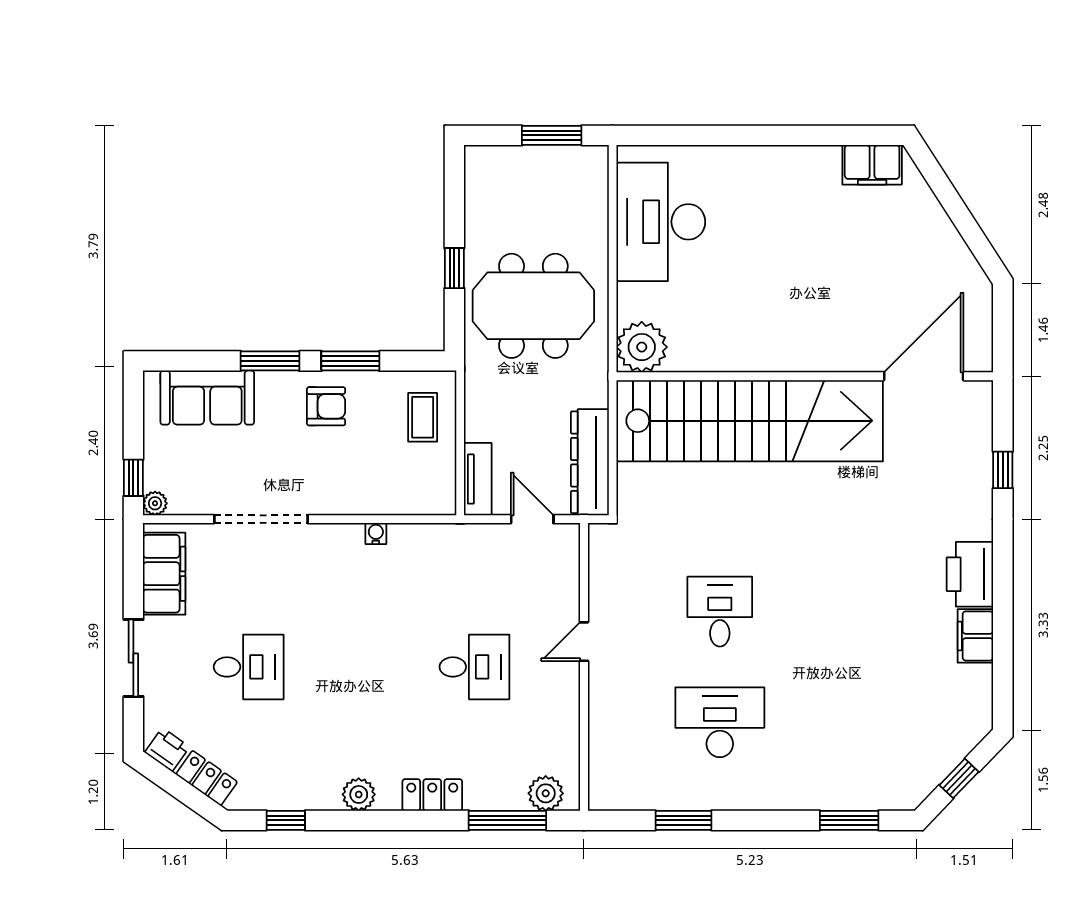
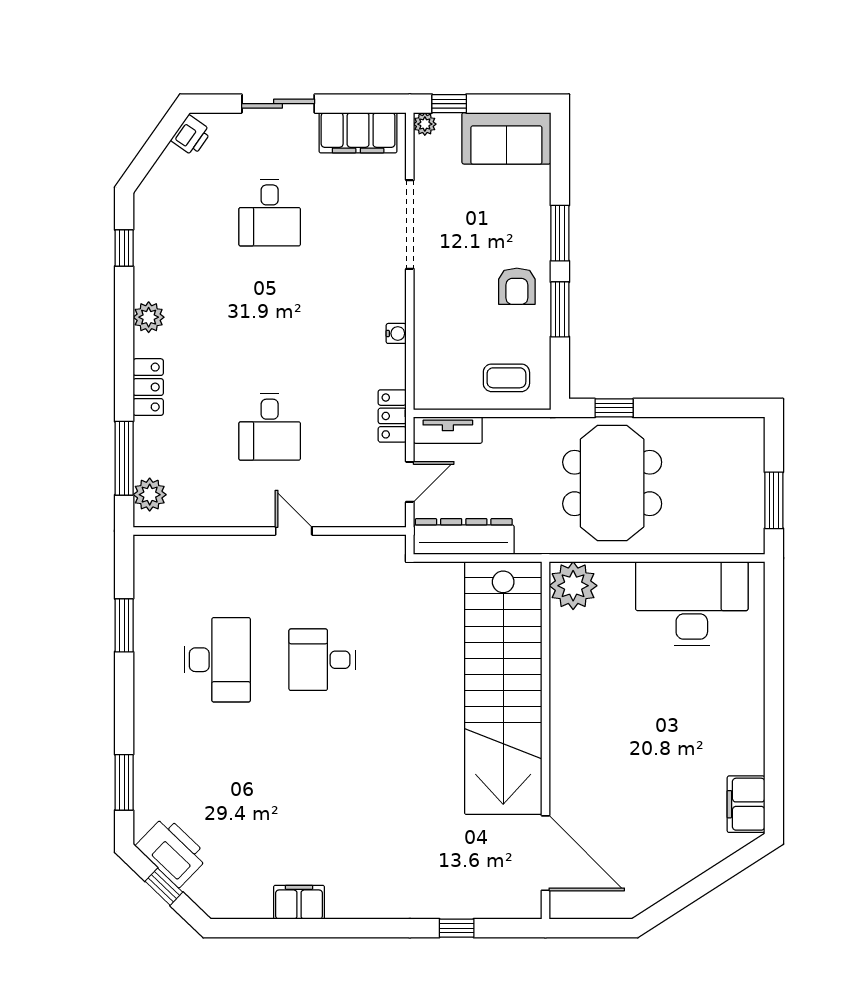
window: (454, 268) -> (614, 408), moved
sofa: (207, 398) -> (506, 138), moved, turned -90
printer: (970, 574) -> (172, 851), moved, turned 44
desk: (720, 612) -> (322, 660), turned 180
locker: (207, 778) -> (392, 416), moved, turned 145

